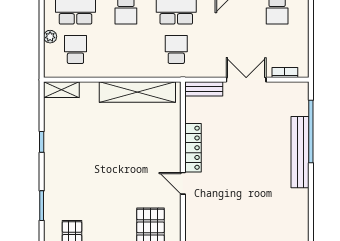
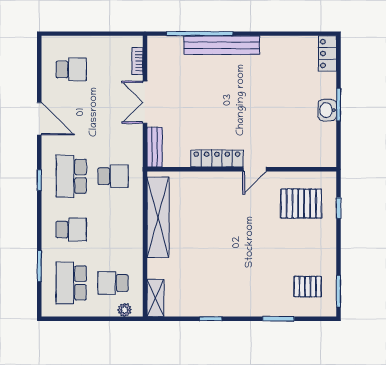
plant: (50, 37) -> (124, 310), moved
school desk: (176, 50) -> (113, 176), turned 180

